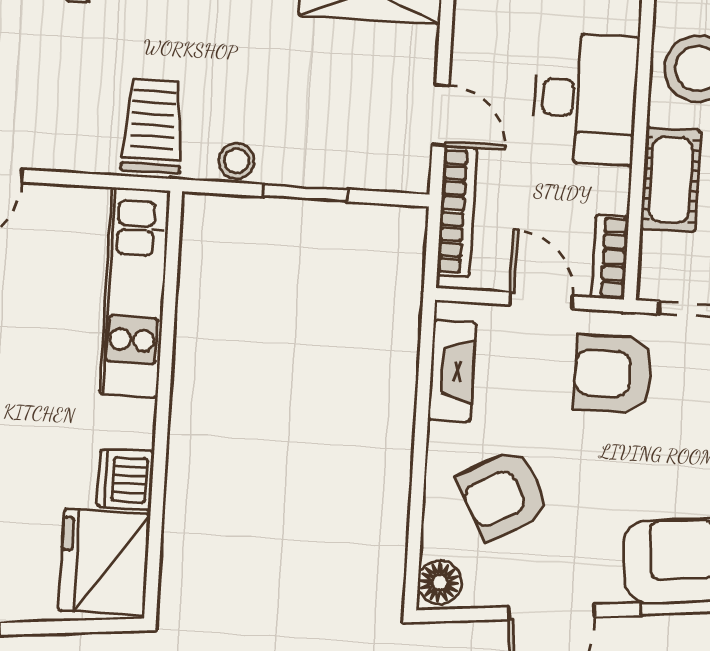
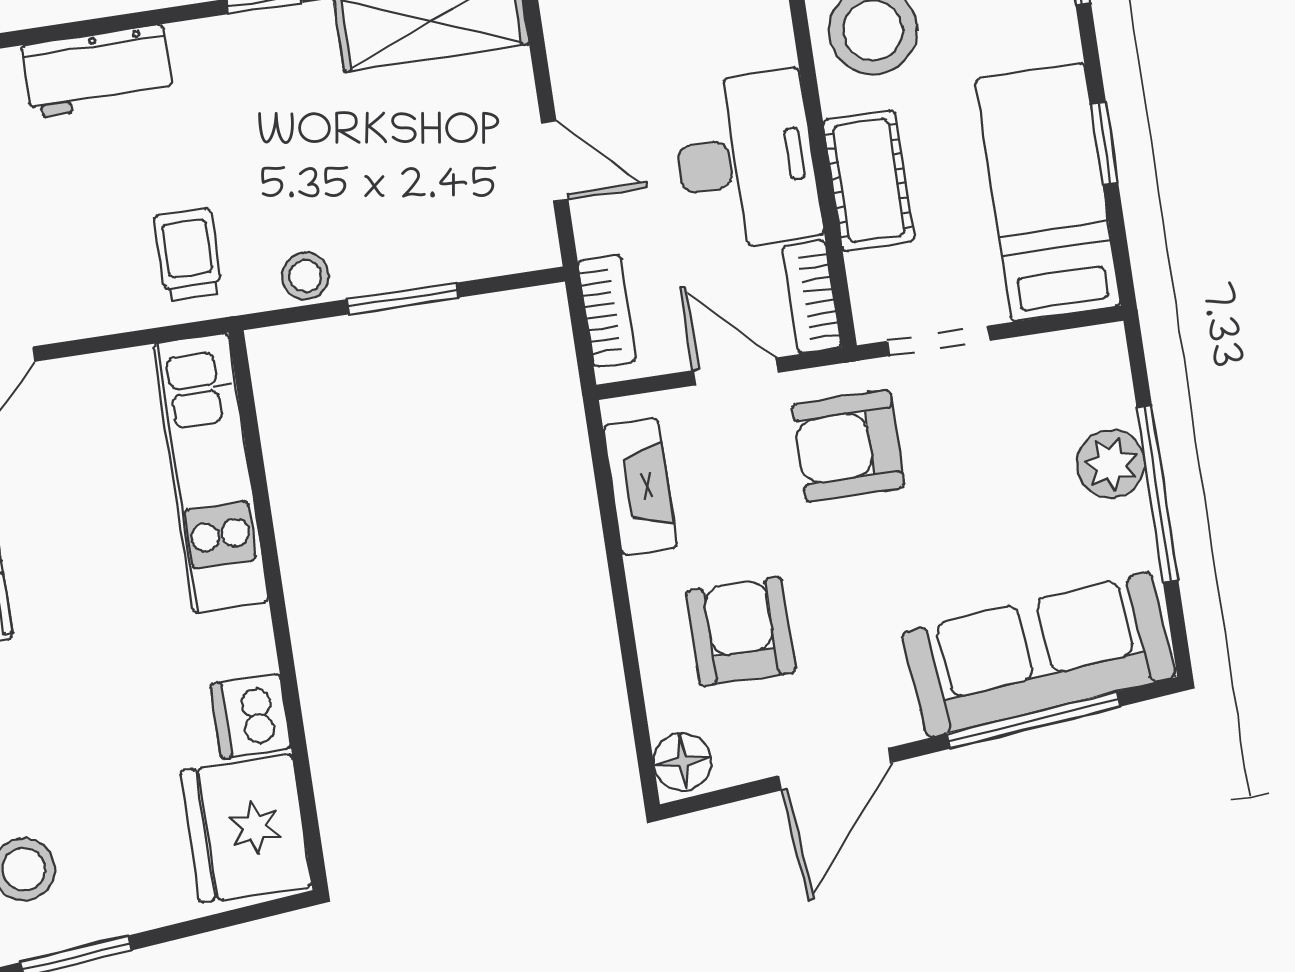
desk: (586, 99) -> (746, 161), moved
trolley: (153, 126) -> (188, 254), width x0.73, depth x0.72
bookcase: (457, 211) -> (607, 311), width x0.64
armchair: (504, 495) -> (741, 631), turned 118

